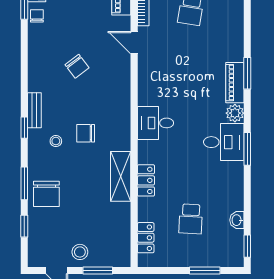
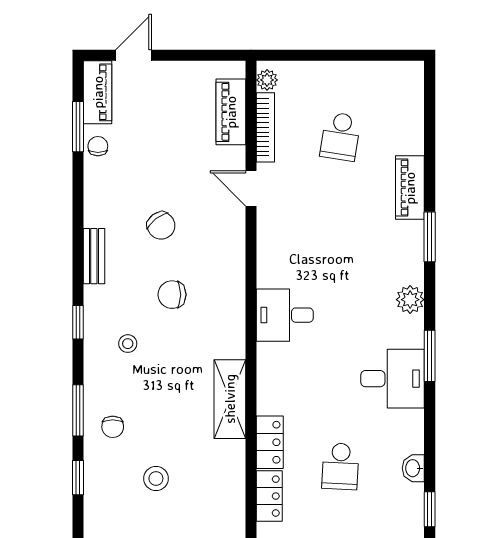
piano: (235, 83) -> (410, 188), moved
bench: (34, 110) -> (94, 256), moved
chair: (86, 133) -> (172, 295), moved
desk: (224, 142) -> (393, 379), moved
locker: (146, 180) -> (270, 442), moved
chair: (46, 194) -> (113, 427), width x0.54, depth x0.54
stool: (80, 252) -> (156, 479), moved

